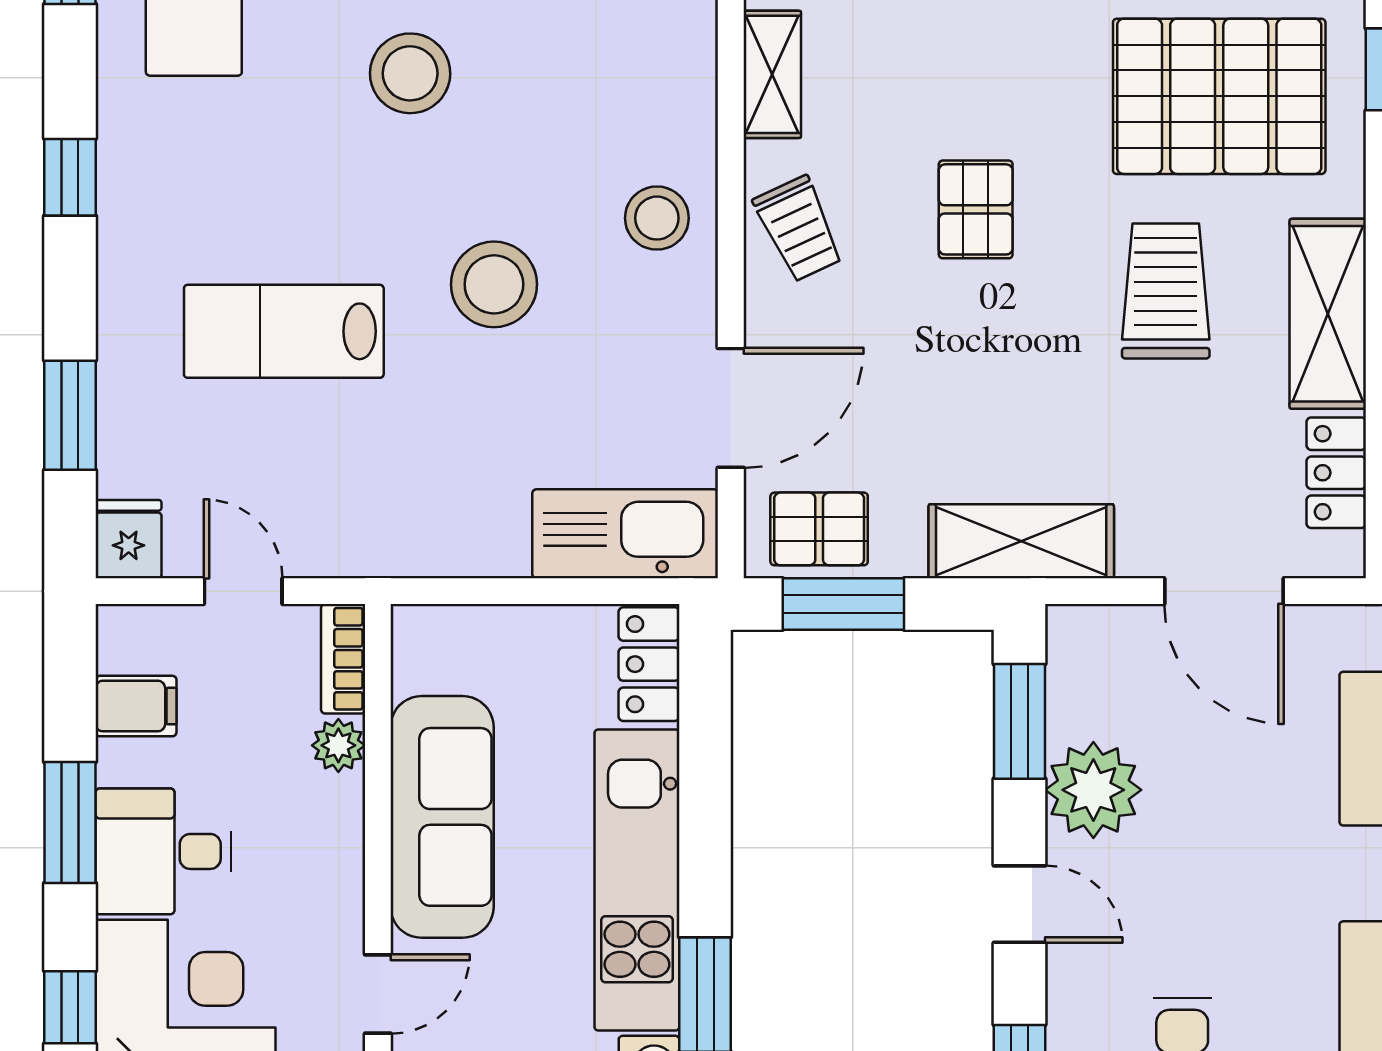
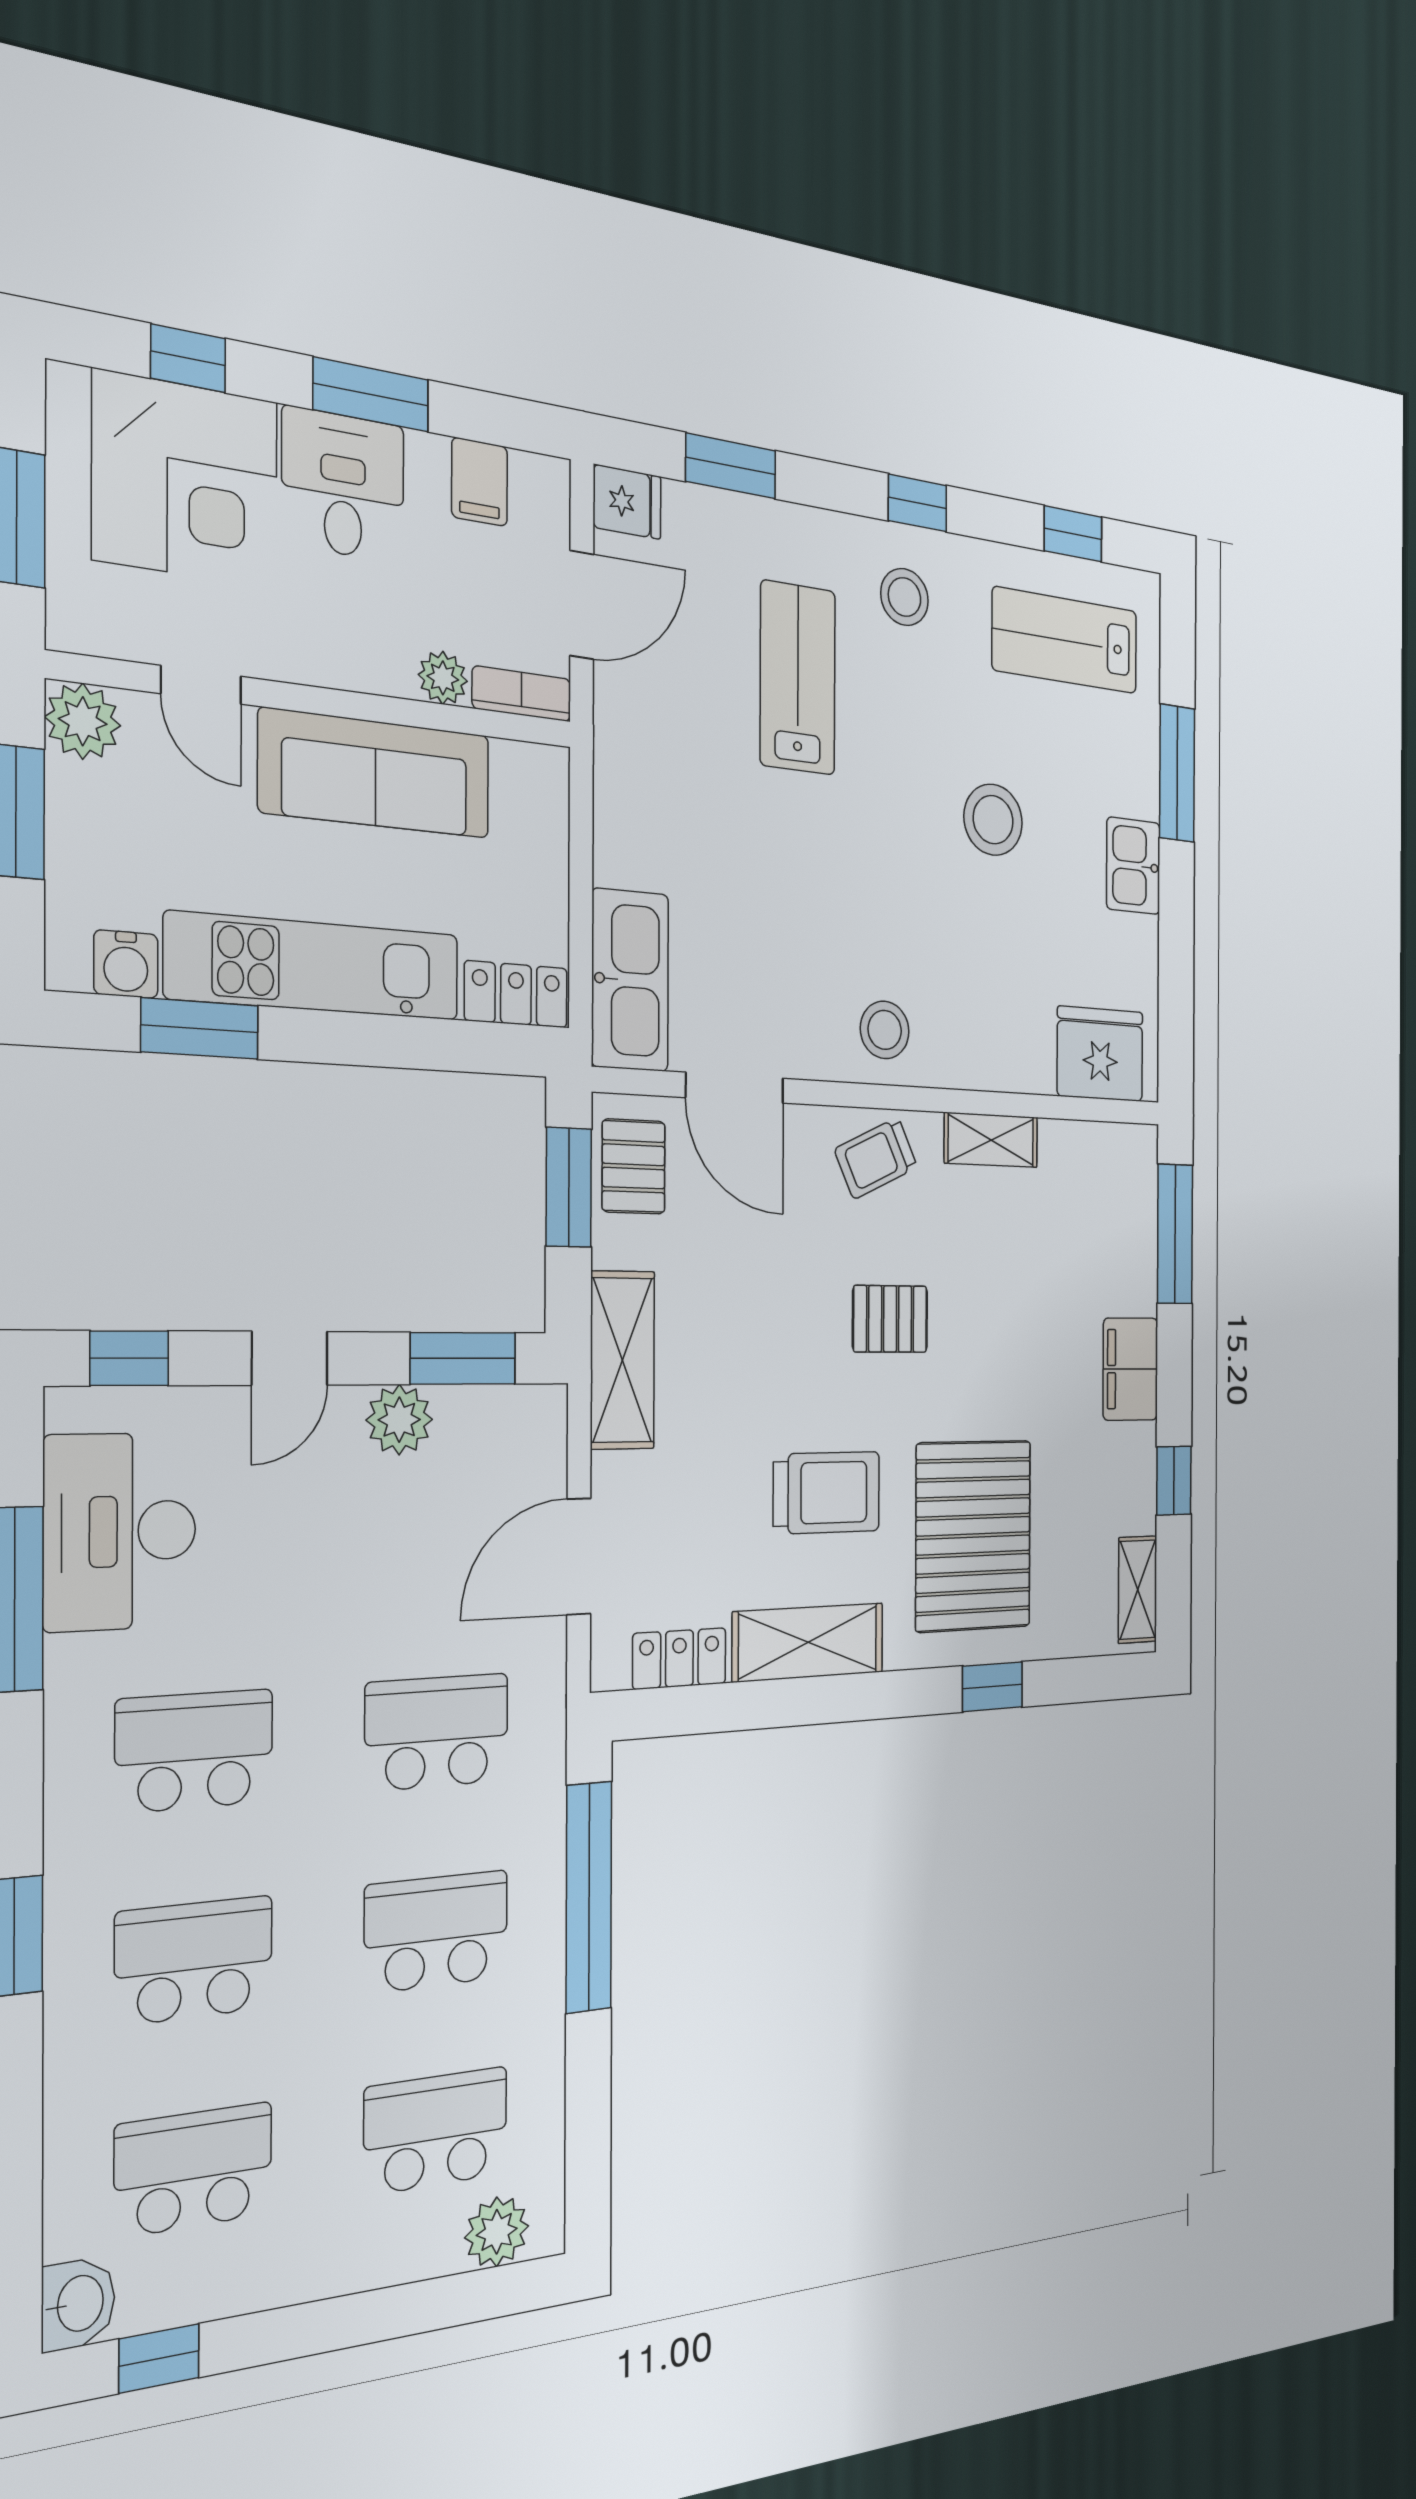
stool: (494, 284) -> (904, 597), moved, width x0.73, depth x0.73
door: (243, 591) -> (582, 605), width x1.38
plant: (1093, 790) -> (399, 1420), width x0.73, depth x0.73

